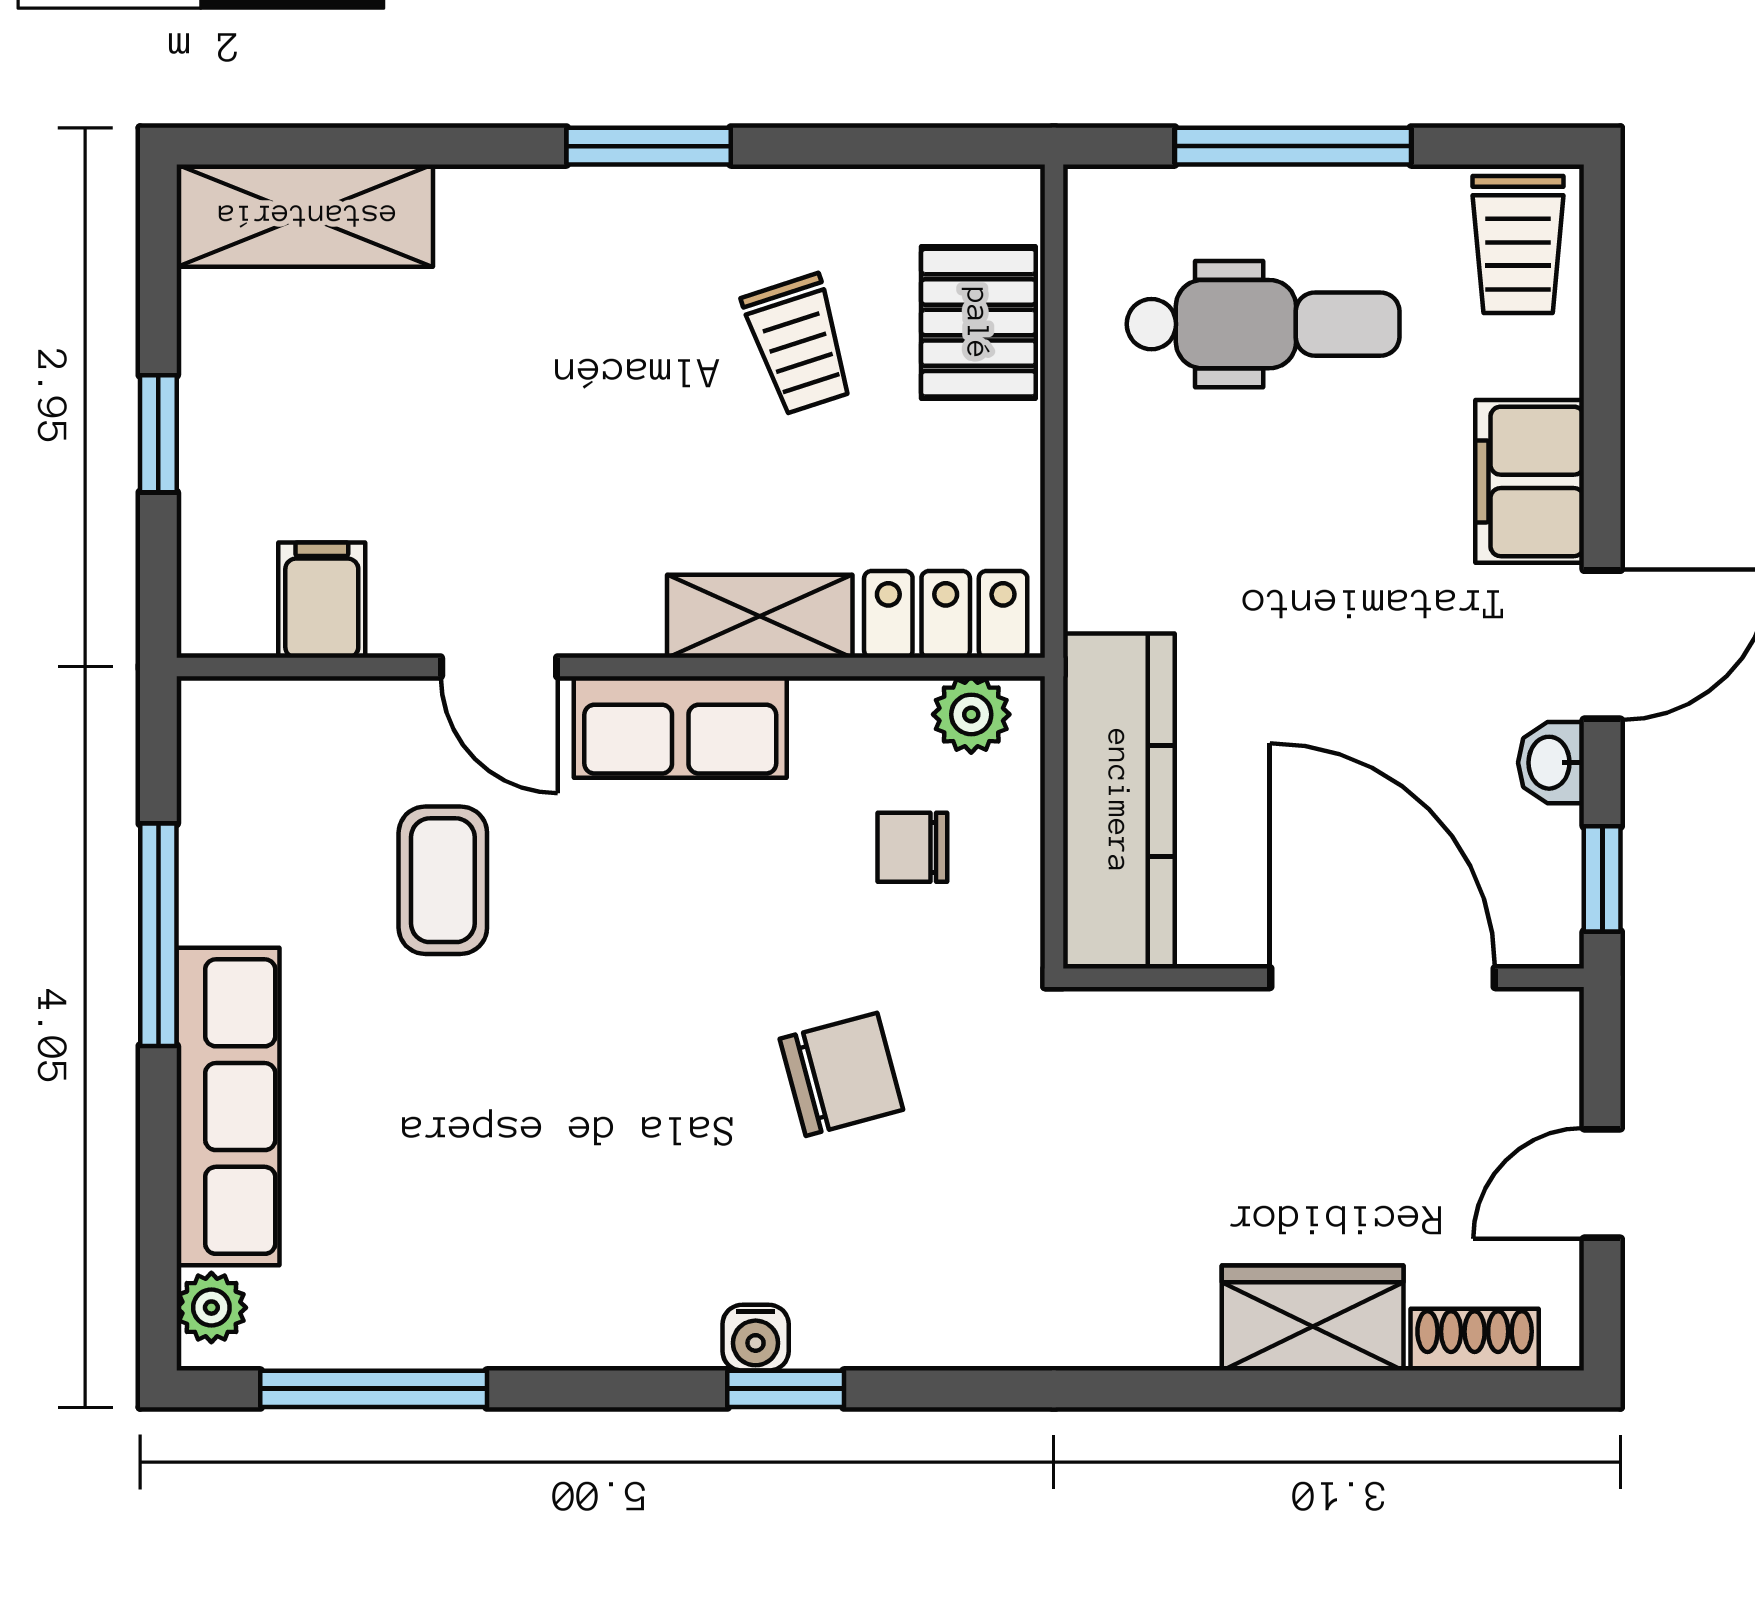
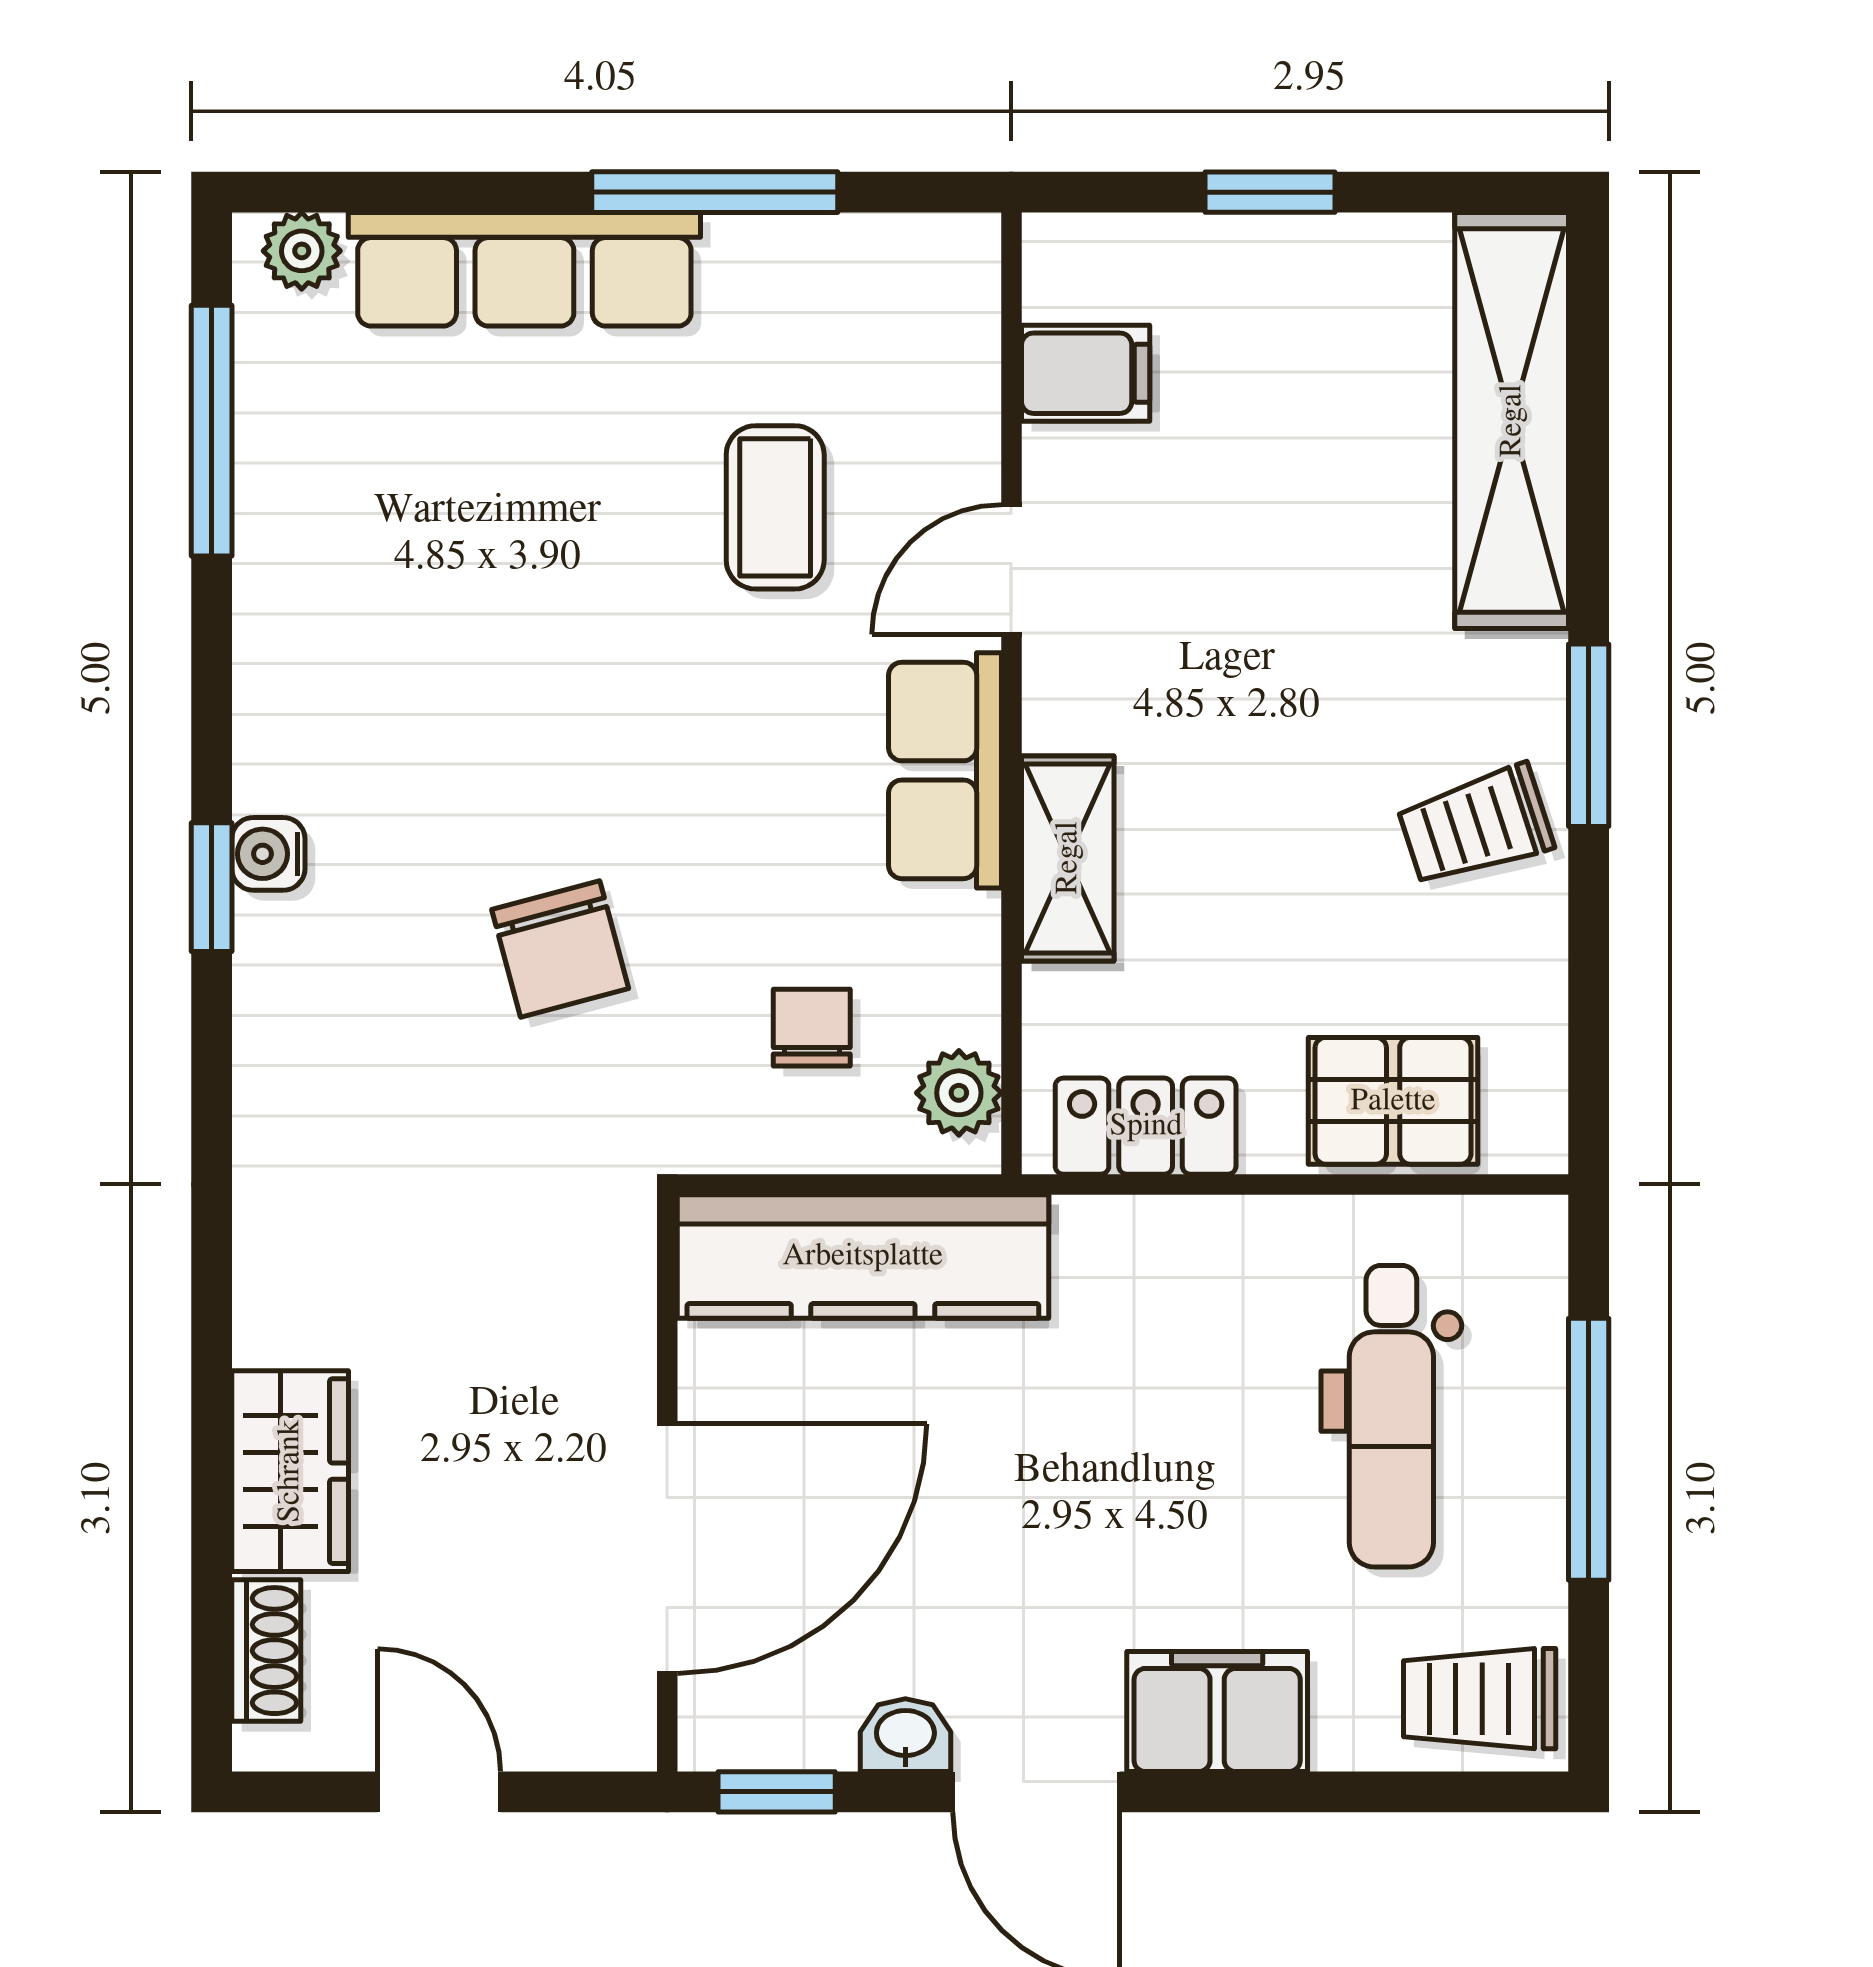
shelving: (305, 216) -> (1512, 421), width x1.47
trolley: (799, 344) -> (1476, 826), moved
locker: (946, 614) -> (1146, 1126), moved, turned -90
coffee table: (443, 880) -> (775, 507), turned 90

